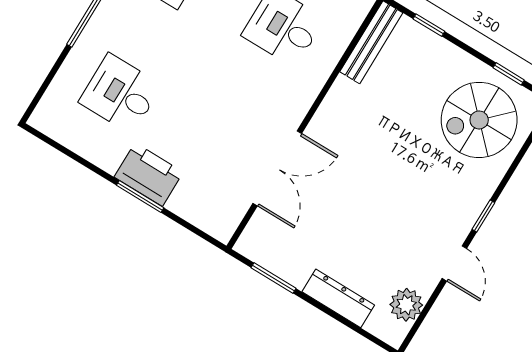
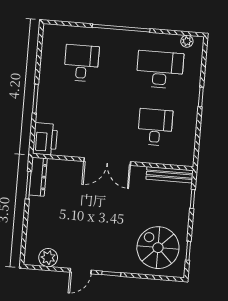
double door: (277, 168) -> (107, 162), moved
printer: (149, 175) -> (45, 139), moved
dresser: (338, 298) -> (38, 177), moved

